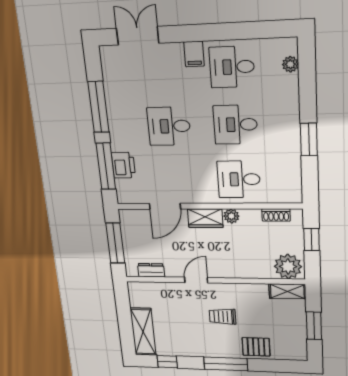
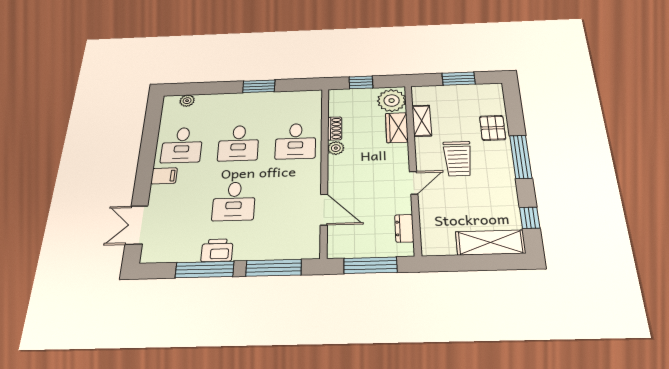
printer: (123, 165) -> (217, 250), moved
shoe rack: (276, 215) -> (335, 128), moved
wardrobe: (205, 218) -> (397, 128), moved, turned 180
door: (196, 280) -> (414, 183), swing flipped
shelving: (287, 291) -> (422, 121), moved
trolley: (223, 317) -> (458, 159), width x1.36, depth x1.39

